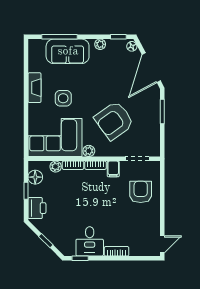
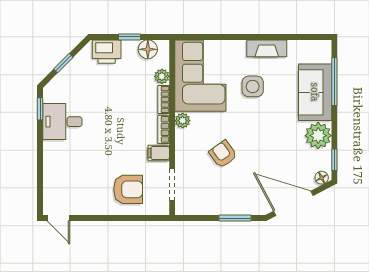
plant: (100, 44) -> (318, 136), width x1.88, depth x1.88
armchair: (114, 121) -> (223, 154), width x0.53, depth x0.53
bookcase: (117, 251) -> (49, 157), removed

